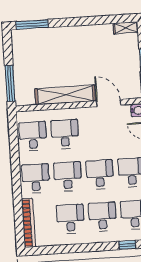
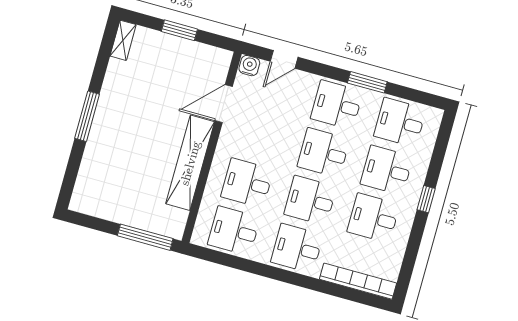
window: (32, 25) -> (87, 116), moved
window: (127, 245) -> (426, 199), moved

